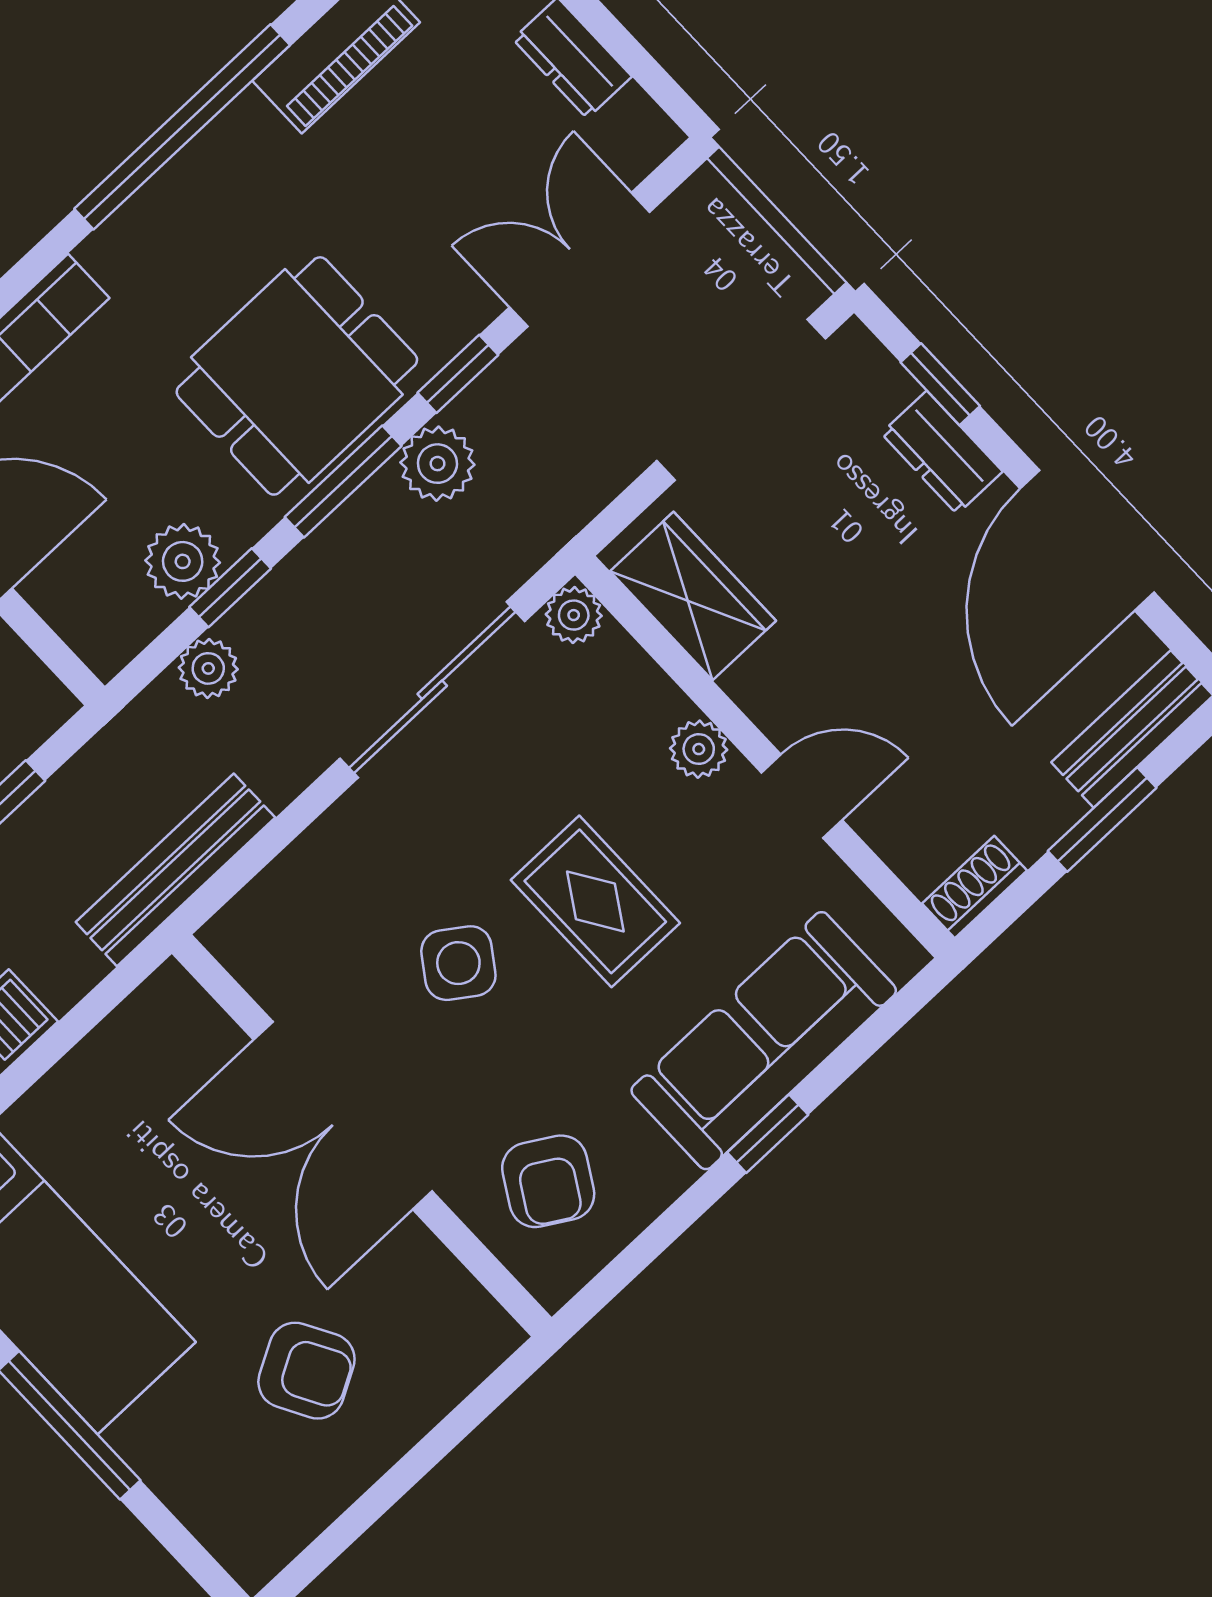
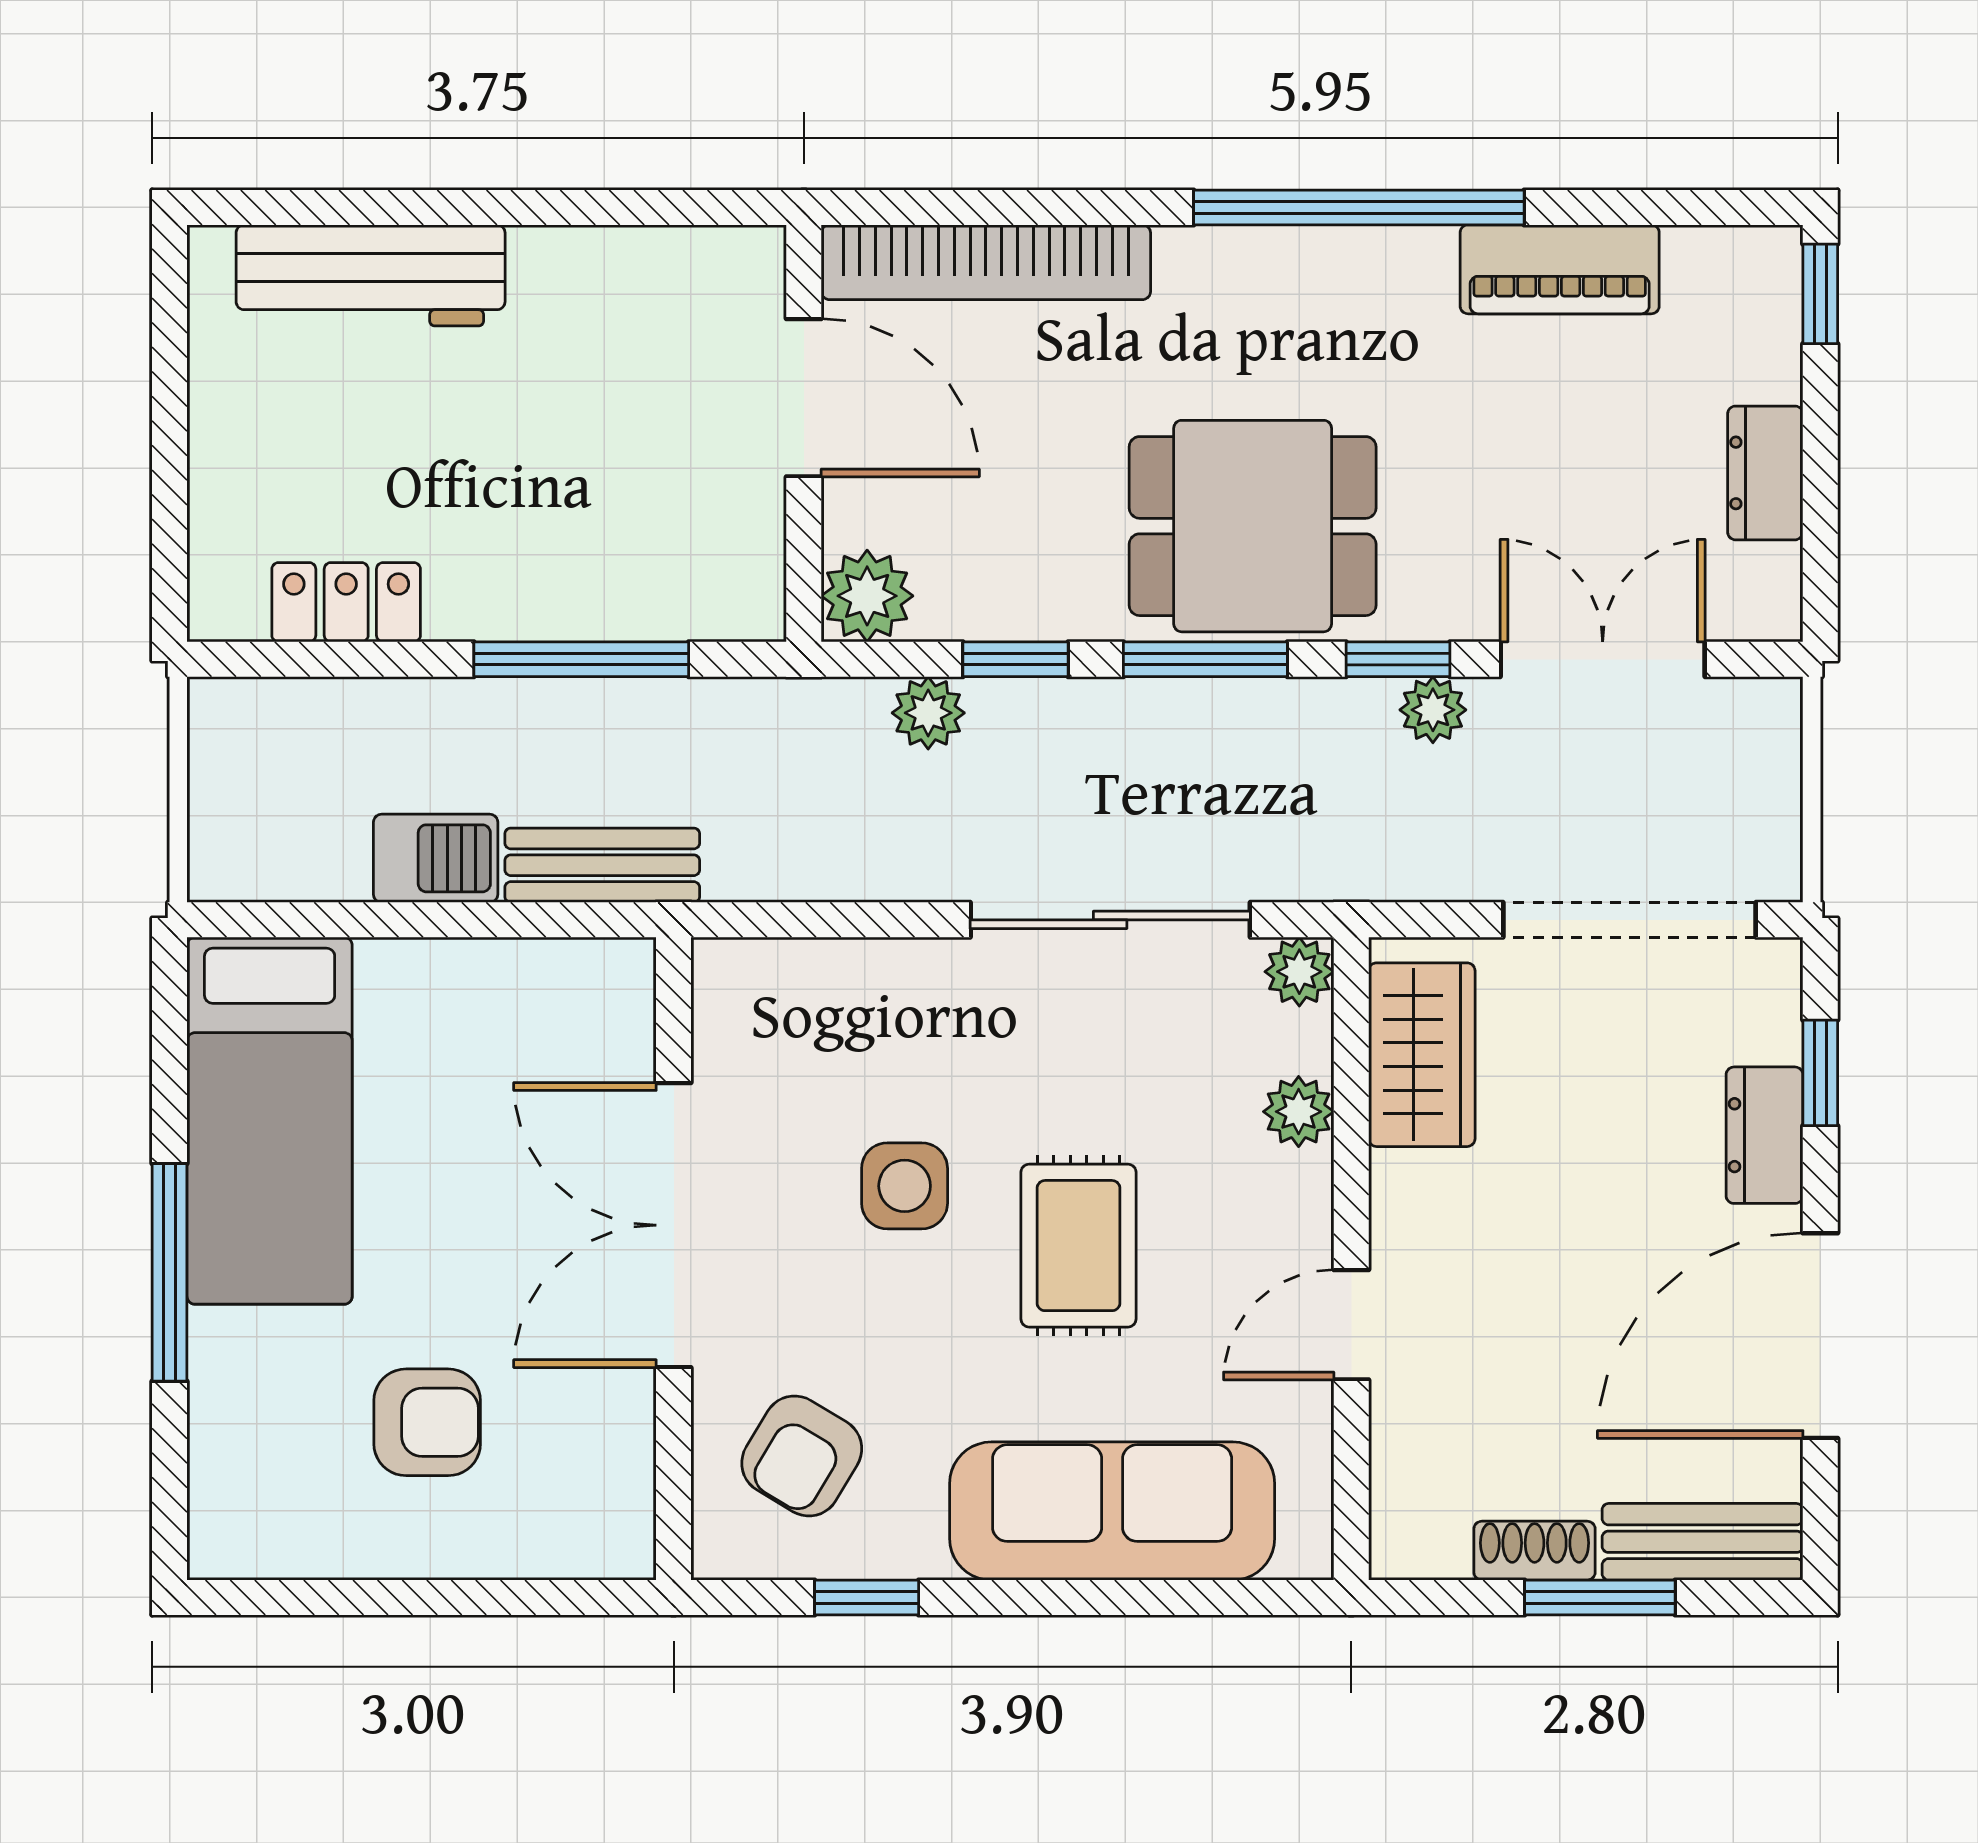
plant: (437, 464) -> (1433, 710), moved, width x0.73, depth x0.73
plant: (183, 561) -> (867, 596), moved
plant: (699, 749) -> (1299, 1112), moved
door: (802, 796) -> (1351, 1325), swing flipped
bench: (175, 870) -> (602, 865), moved, width x0.73
shoe rack: (974, 887) -> (1535, 1551), moved
side table: (458, 963) -> (905, 1186), turned -35
window: (768, 1134) -> (867, 1597), moved
armchair: (306, 1371) -> (427, 1422), turned -61

